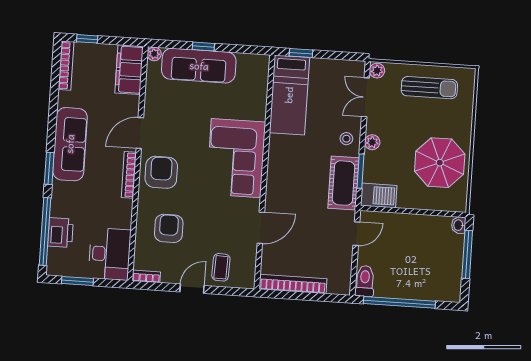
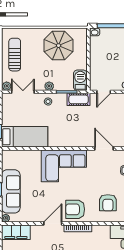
double door: (365, 97) -> (23, 92), swing flipped
door: (140, 133) -> (53, 224), swing flipped
cot: (343, 183) -> (79, 99), width x0.73, depth x0.75
armchair: (169, 228) -> (108, 203), turned -90
door: (356, 234) -> (104, 92), swing flipped

